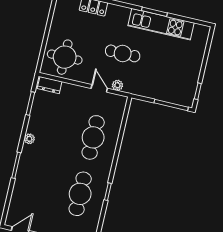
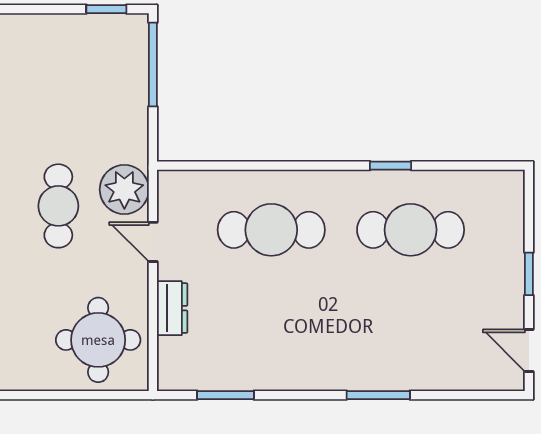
dresser: (50, 85) -> (172, 308), moved
plant: (117, 85) -> (124, 190), width x1.88, depth x1.88
door: (99, 88) -> (153, 242), hinge flipped
plant: (29, 139) -> (309, 379), removed

